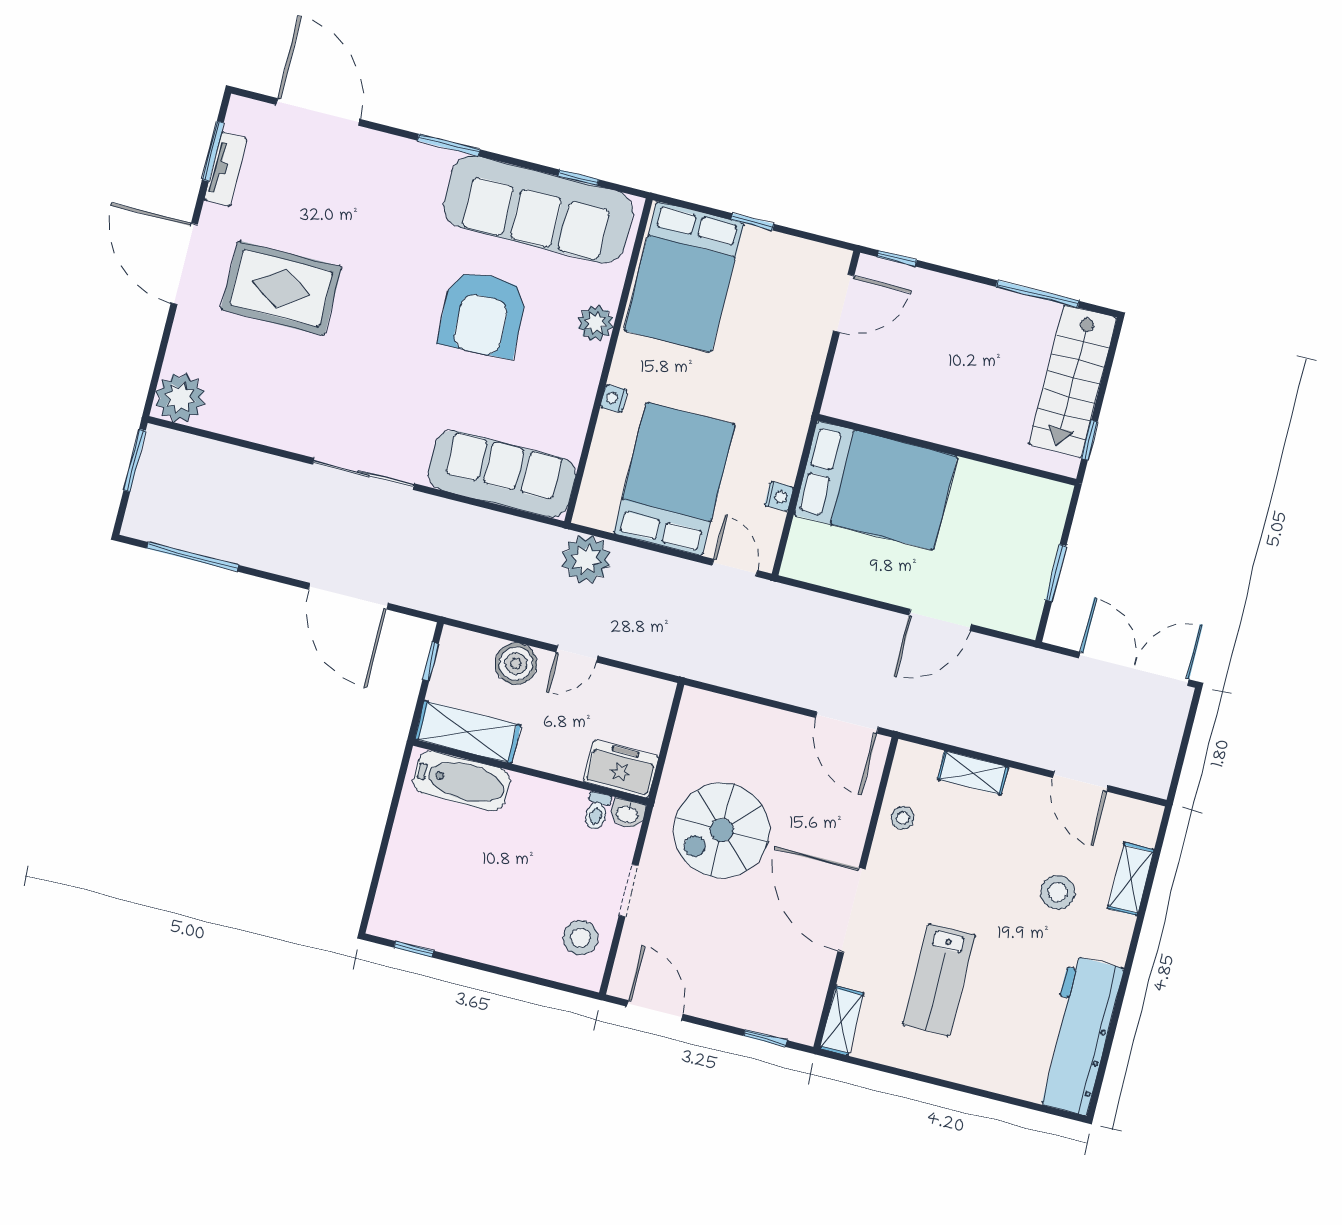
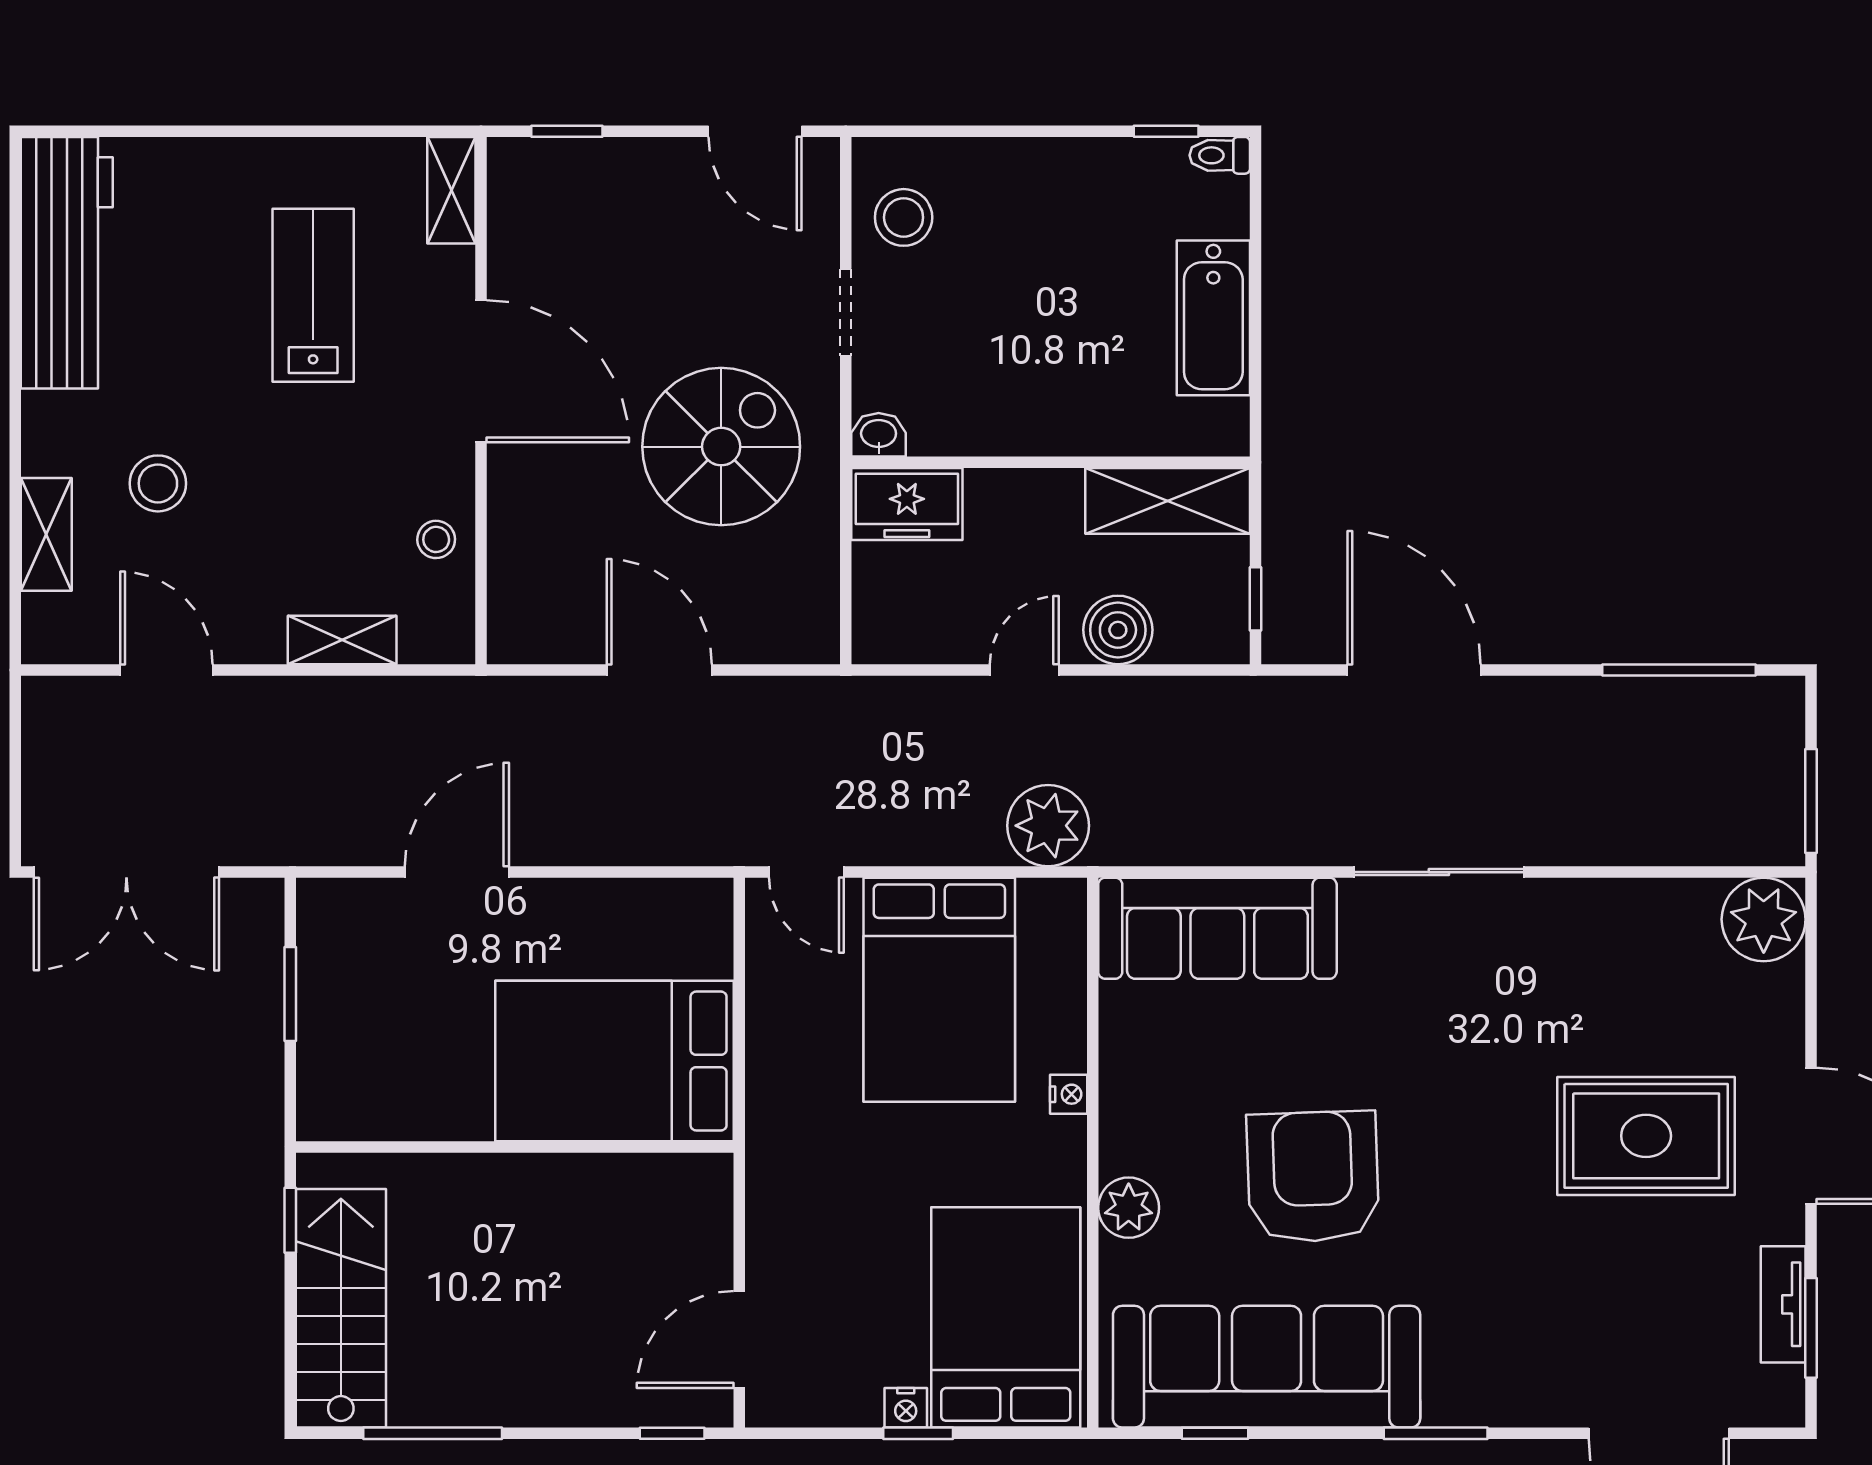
nightstand: (779, 496) -> (906, 1408), moved, turned -90
door: (847, 722) -> (659, 670), moved
bathtub: (462, 781) -> (1213, 318), moved, turned -90
toilet: (597, 811) -> (1220, 155), moved, turned -90

